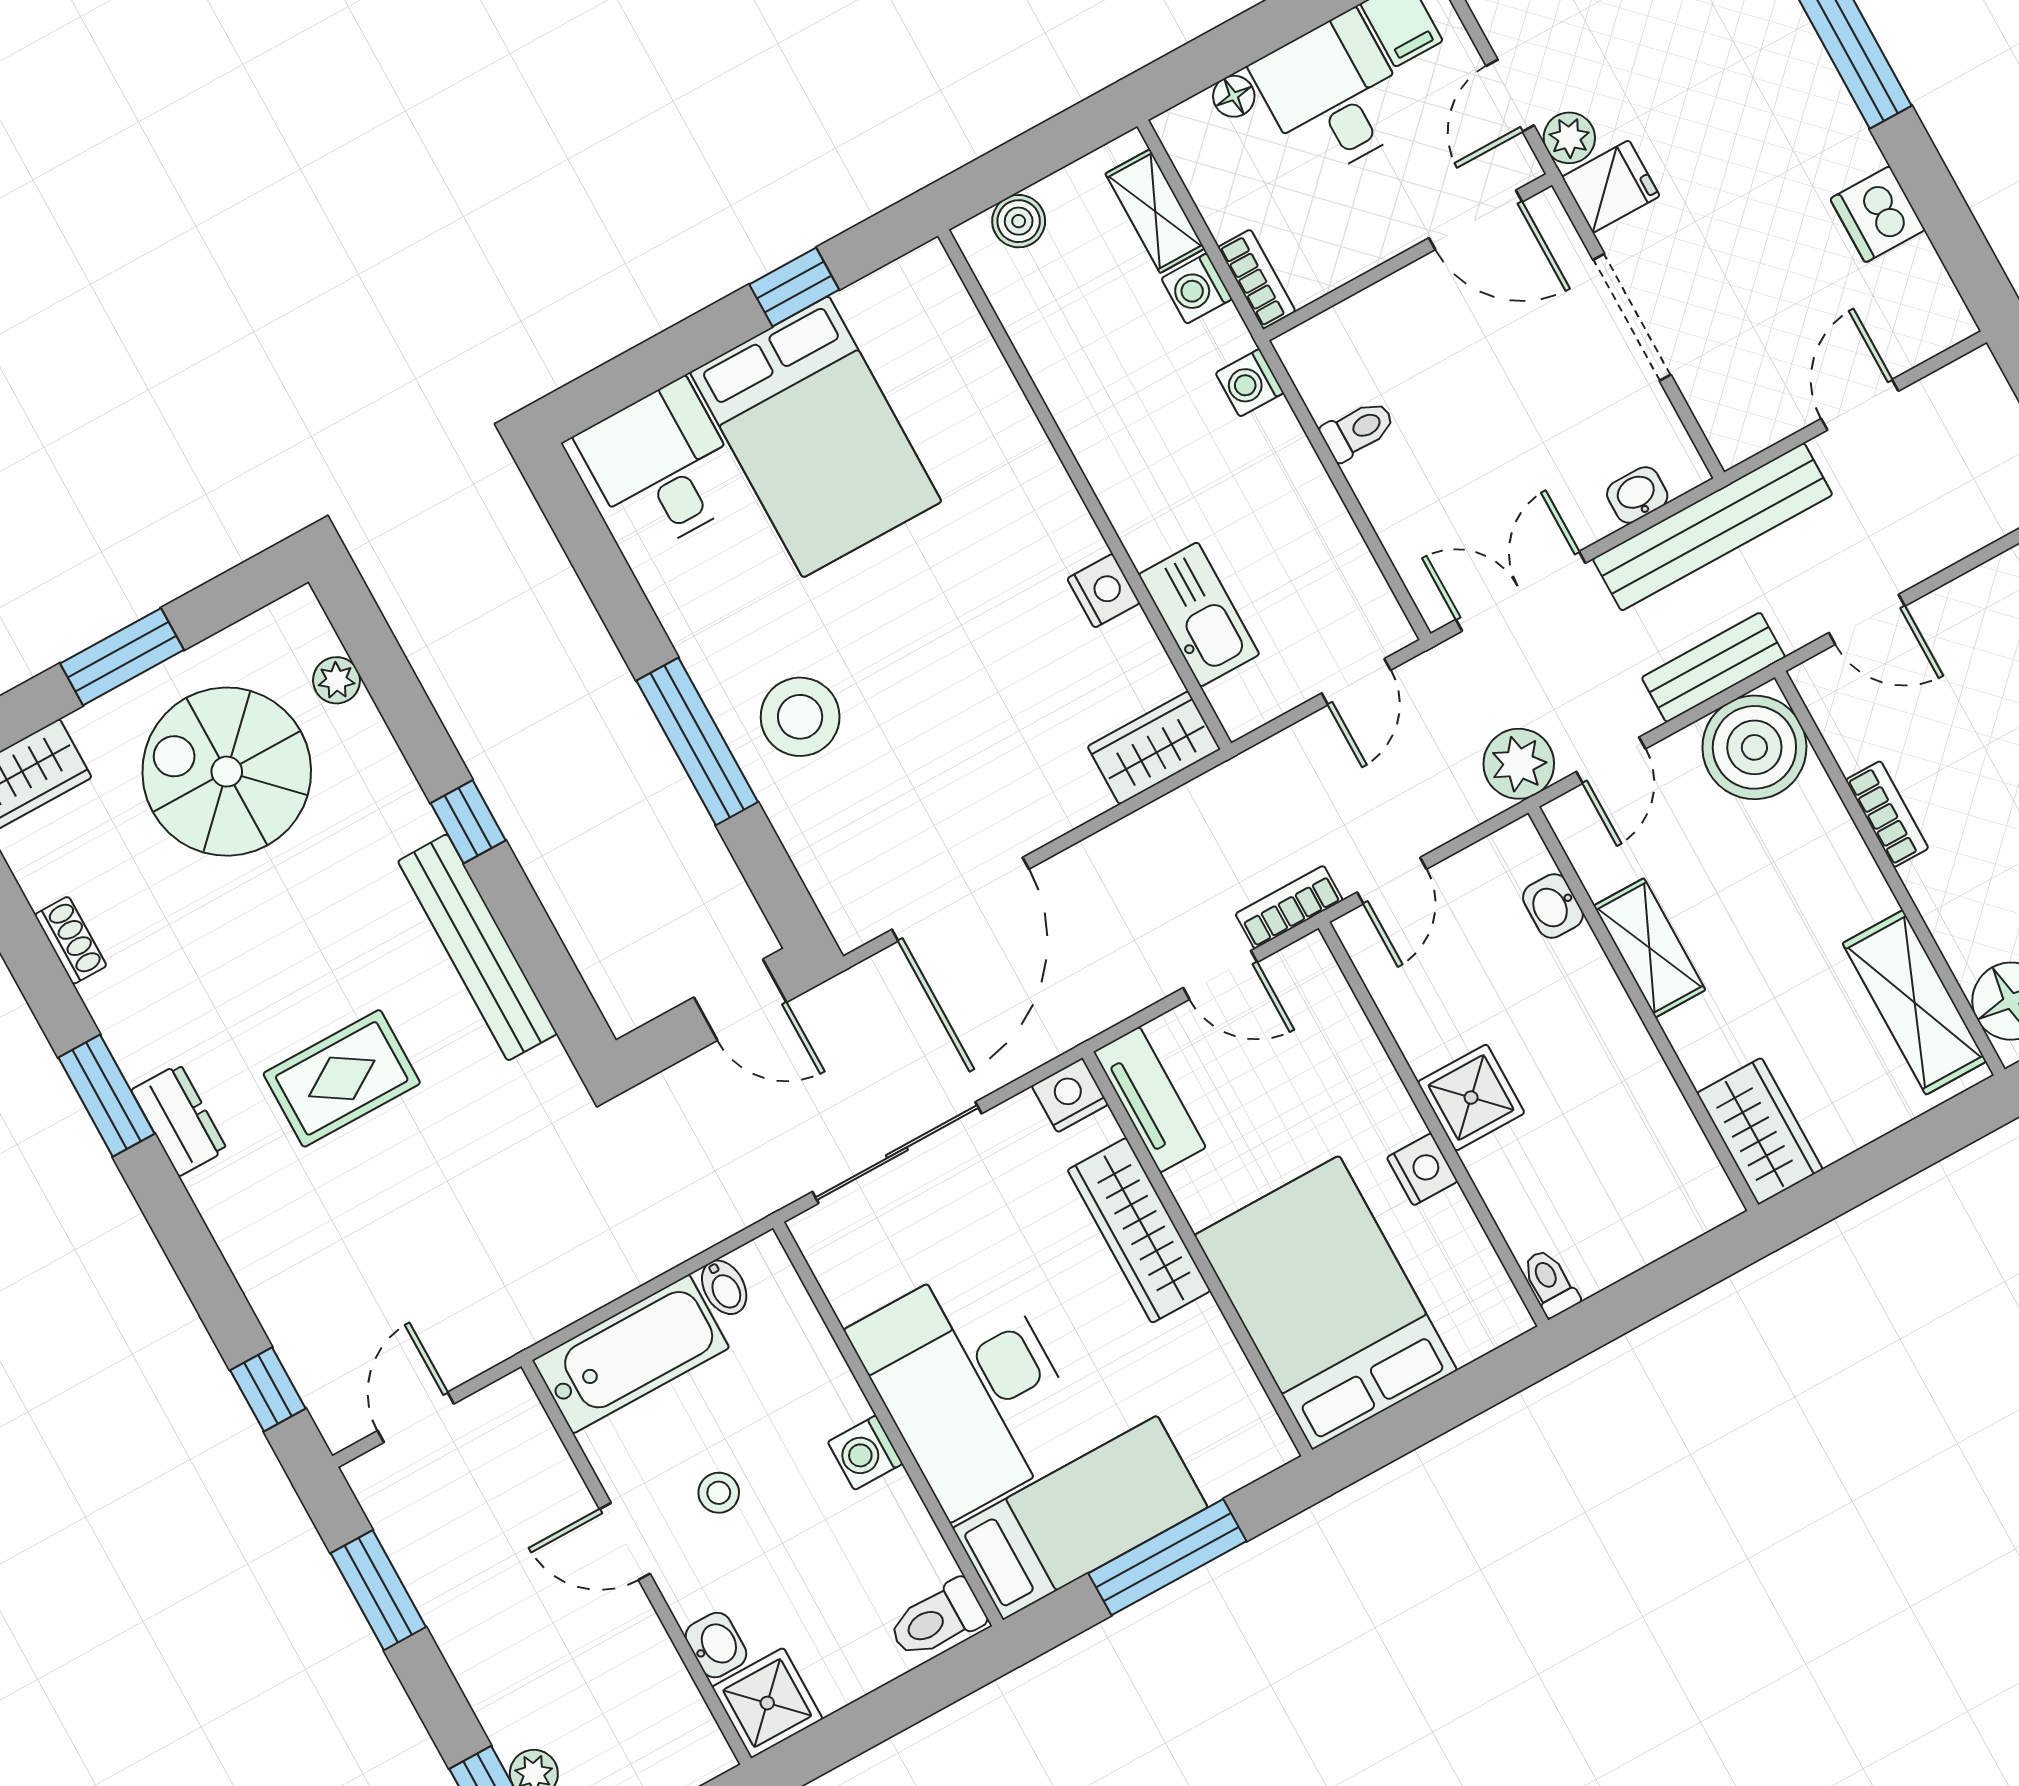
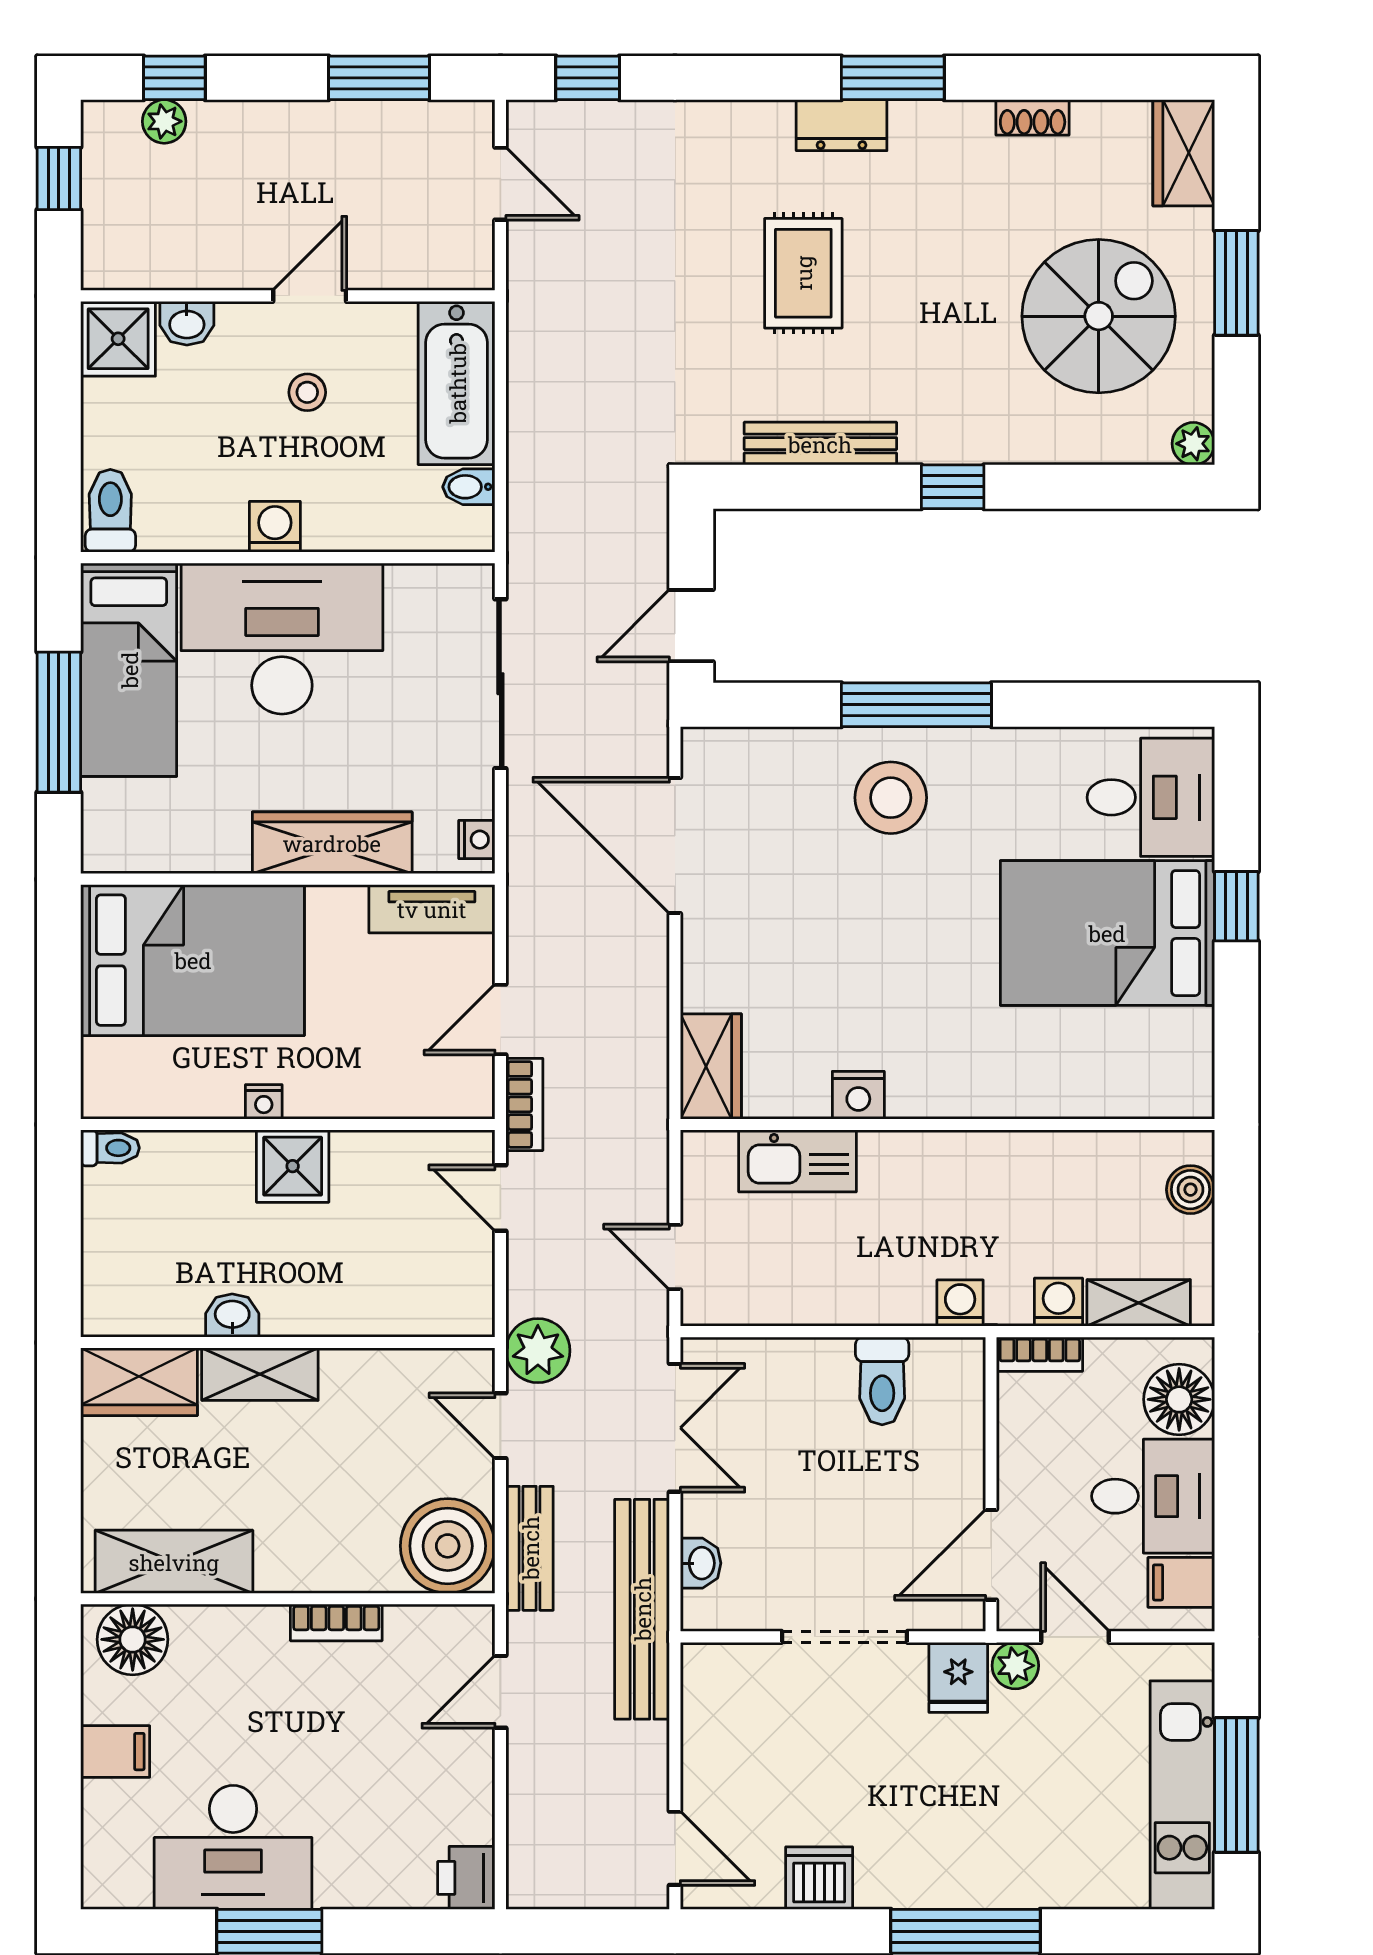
floor lamp: (1234, 96) -> (1179, 1399), width x1.89, depth x1.89
window: (794, 287) -> (1236, 906), moved
door: (1860, 405) -> (675, 1848), moved
toilet: (1358, 430) -> (882, 1381), width x1.37, depth x1.39
plant: (336, 680) -> (1193, 444), moved
washbasin: (1553, 906) -> (232, 1316), moved
bench: (477, 947) -> (820, 444), width x0.73, depth x0.82
shelving: (1649, 948) -> (260, 1374), moved
nightstand: (1070, 1095) -> (477, 840), width x0.72, depth x0.74
nightstand: (1422, 1169) -> (264, 1102), width x0.72, depth x0.74

